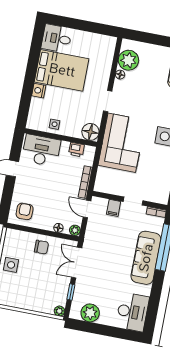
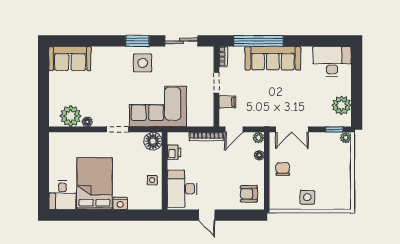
window: (71, 292) -> (334, 129), moved

